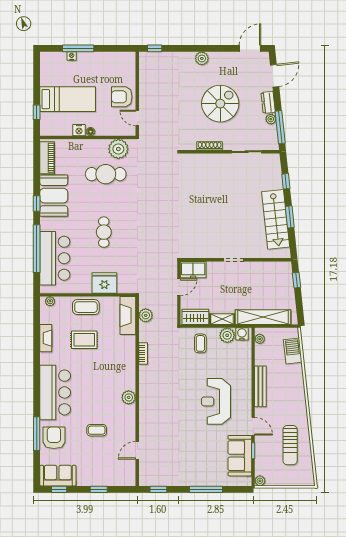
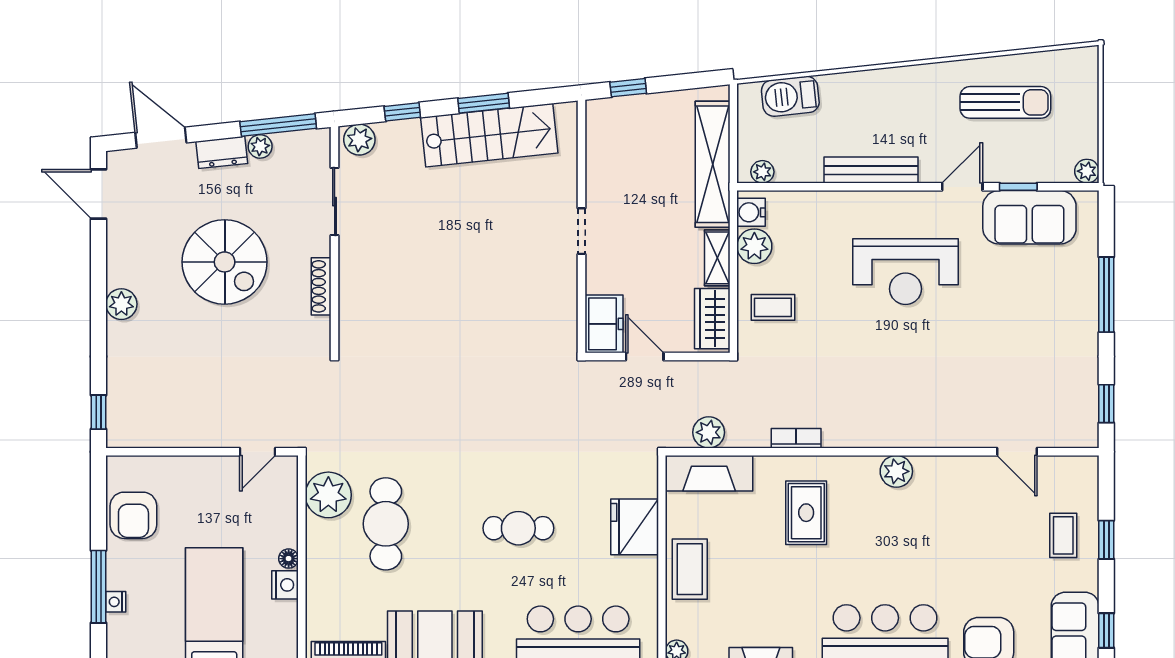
armchair: (122, 97) -> (133, 515), moved
spiral stairs: (220, 104) -> (225, 262), turned 180
plant: (274, 163) -> (359, 140), added
rug: (84, 340) -> (806, 513), moved
coffee table: (97, 430) -> (1063, 535), moved

